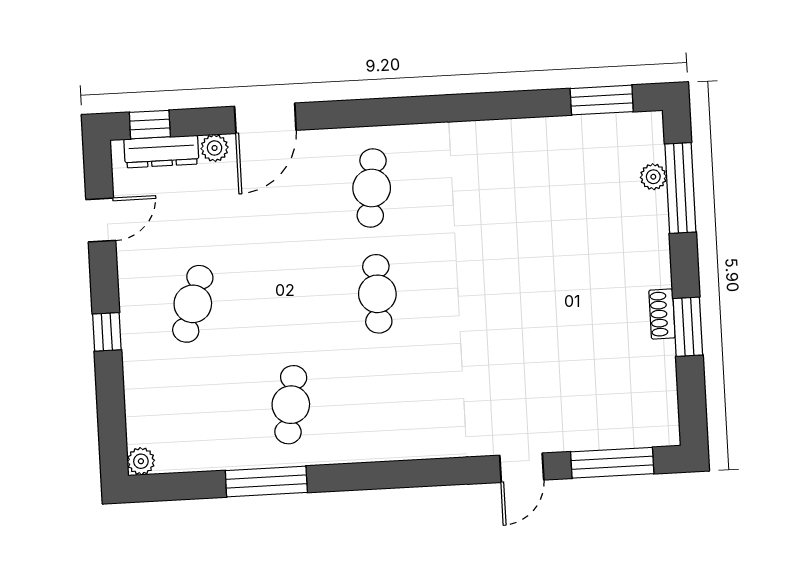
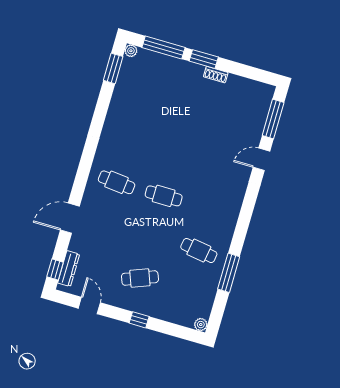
door: (265, 118) -> (70, 218), swing flipped
plant: (215, 148) -> (75, 245), removed
plant: (653, 177) -> (131, 51), moved
cafe table: (193, 304) -> (140, 278), turned -39
window: (688, 327) -> (204, 59), moved
door: (522, 468) -> (261, 159), swing flipped

